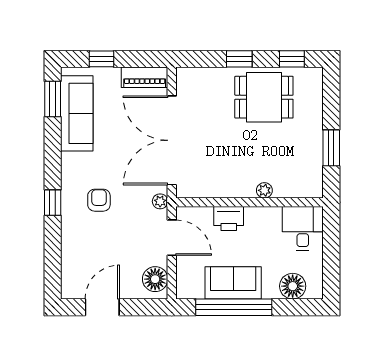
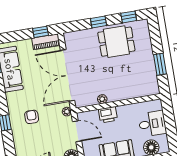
window: (101, 59) -> (41, 32), moved
plant: (264, 190) -> (102, 99), moved
desk: (303, 228) -> (152, 124), moved, turned 90

